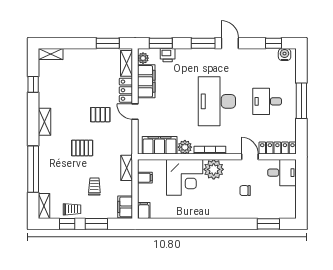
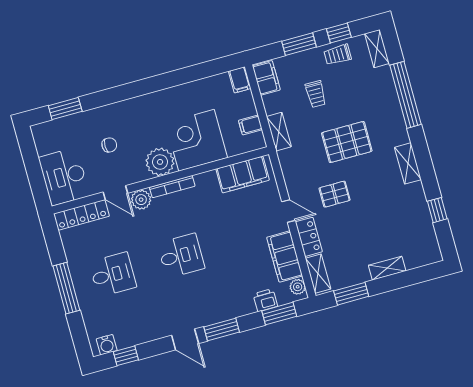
shelving: (51, 54) -> (387, 268), moved
desk: (217, 101) -> (181, 256), width x0.53, depth x0.77
plant: (185, 147) -> (141, 200), moved
pallet: (82, 148) -> (347, 142), width x1.50, depth x1.42
desk: (282, 173) -> (64, 177), width x1.37

